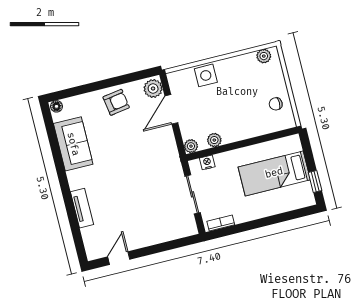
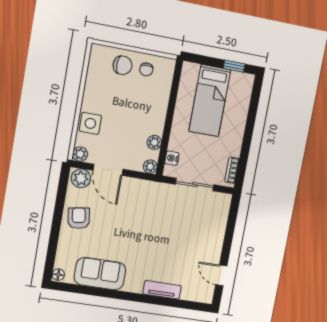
plant: (264, 56) -> (80, 154), moved
chair: (270, 81) -> (123, 65), added

